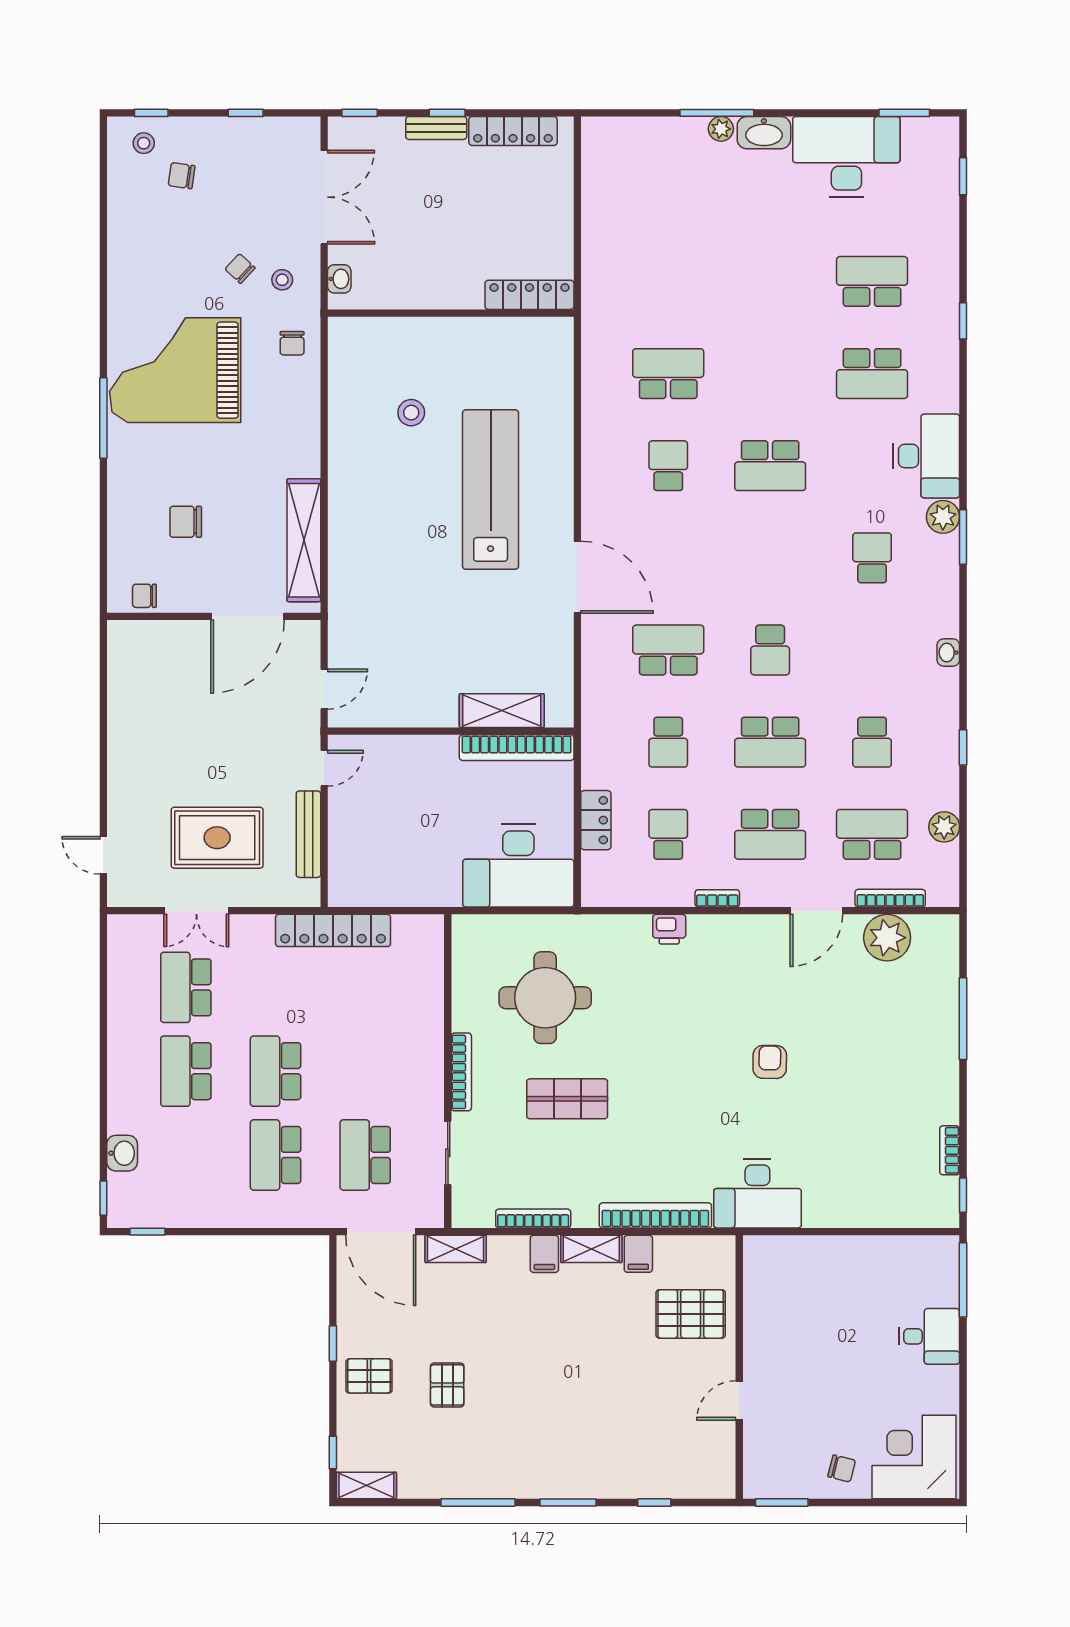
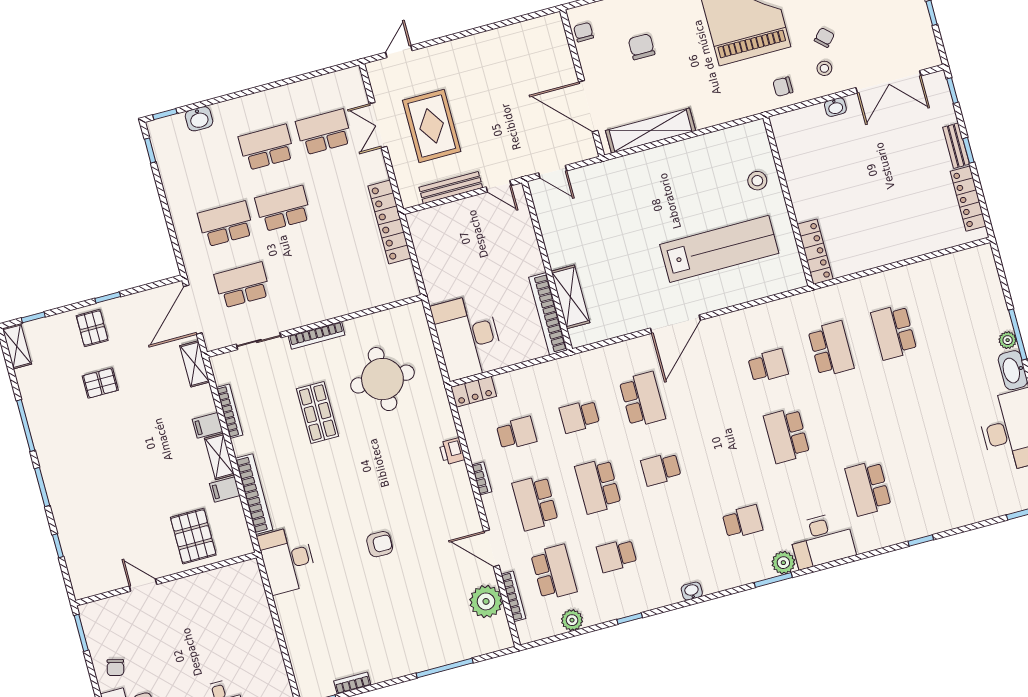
school desk: (872, 281) -> (894, 332), moved, turned 180
locker: (529, 295) -> (815, 252), moved
wall: (451, 313) -> (788, 201), moved
locker: (596, 820) -> (474, 392), moved

